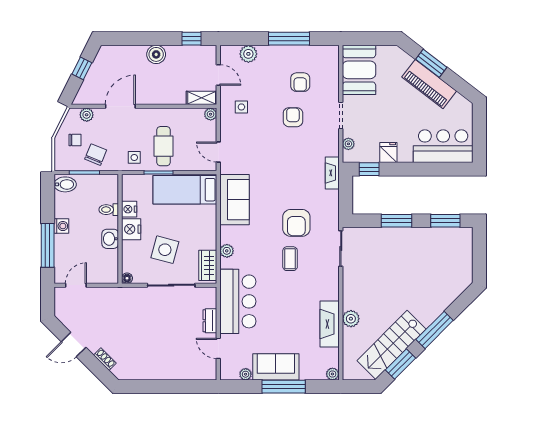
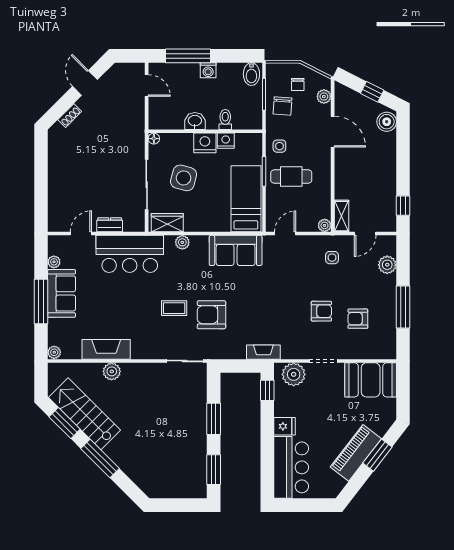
boiler: (156, 54) -> (387, 122), moved
plant: (348, 144) -> (294, 374), width x1.88, depth x1.88
fridge: (388, 153) -> (285, 426), moved
chair: (96, 155) -> (282, 106), turned 72

